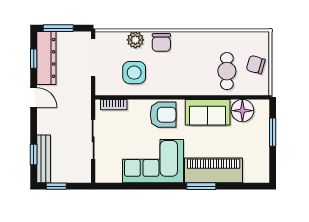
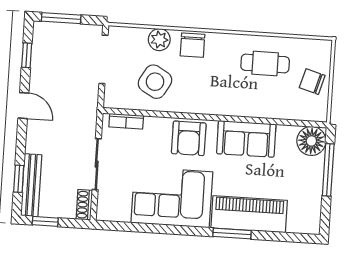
dresser: (46, 58) -> (43, 56), removed
cafe table: (227, 71) -> (265, 63), moved, turned 90
side table: (134, 73) -> (155, 82), turned 30
floor lamp: (242, 111) -> (311, 141), moved
armchair: (163, 115) -> (189, 138), turned 90
window: (273, 132) -> (328, 170), width x1.44
shoe rack: (86, 171) -> (84, 205), added

